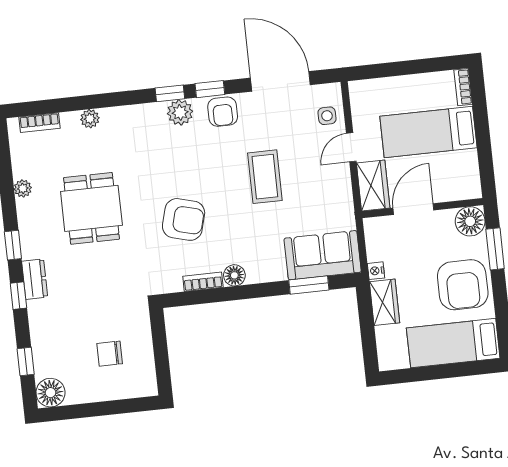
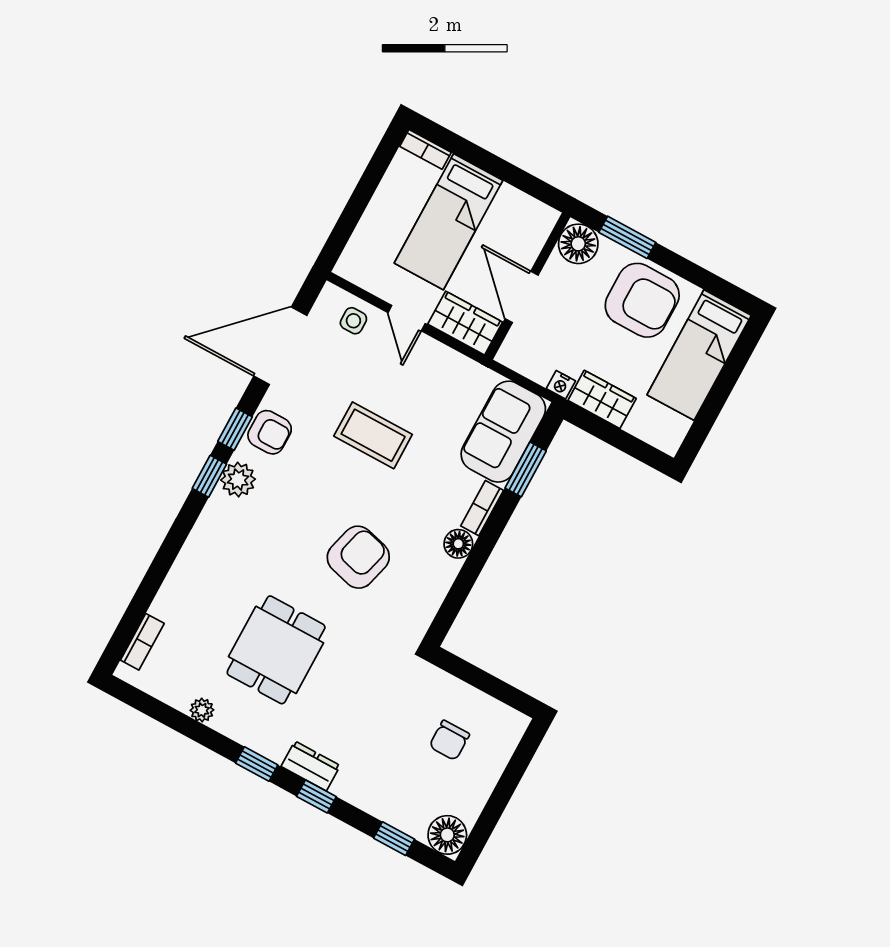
plant: (90, 119) -> (176, 583), removed
dining table: (91, 208) -> (276, 650), turned 90
bookcase: (203, 282) -> (482, 508), moved

